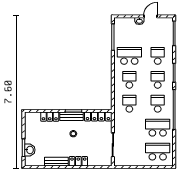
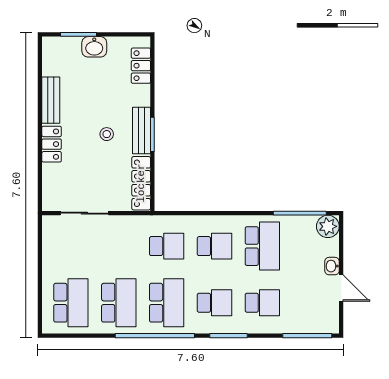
plant: (120, 23) -> (328, 226), added
school desk: (158, 104) -> (167, 303), width x1.85
locker: (50, 117) -> (141, 66), moved
washbasin: (30, 150) -> (94, 47), moved

